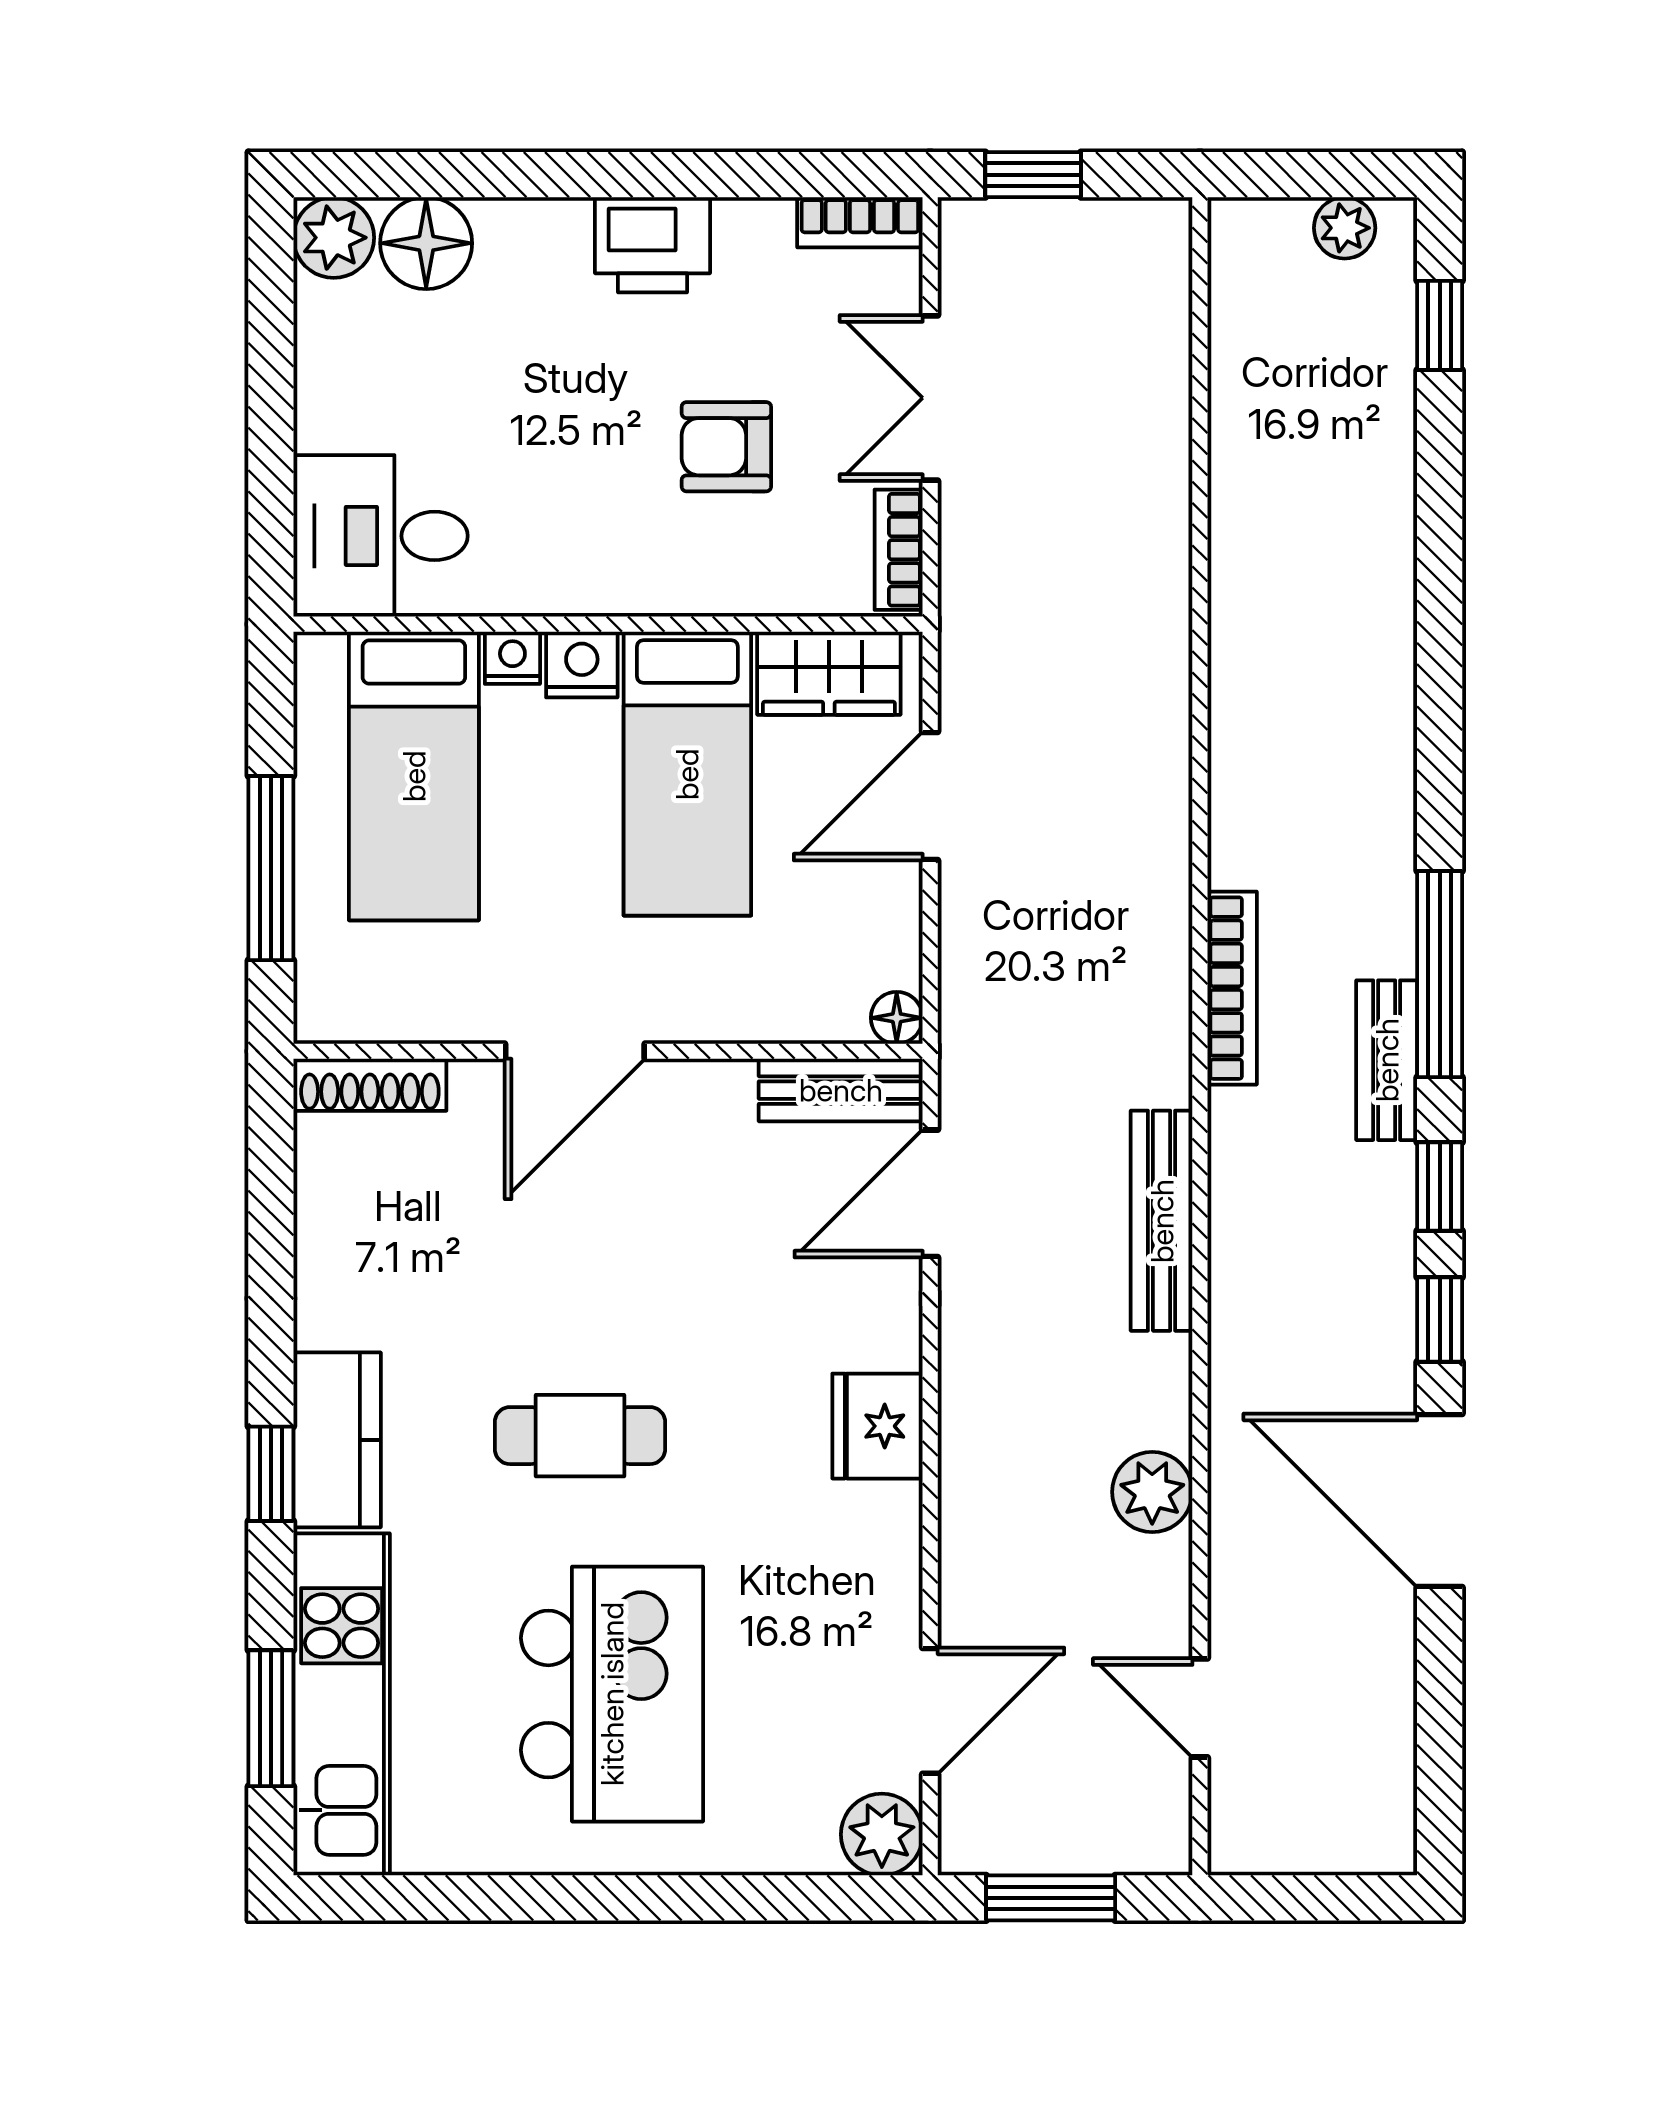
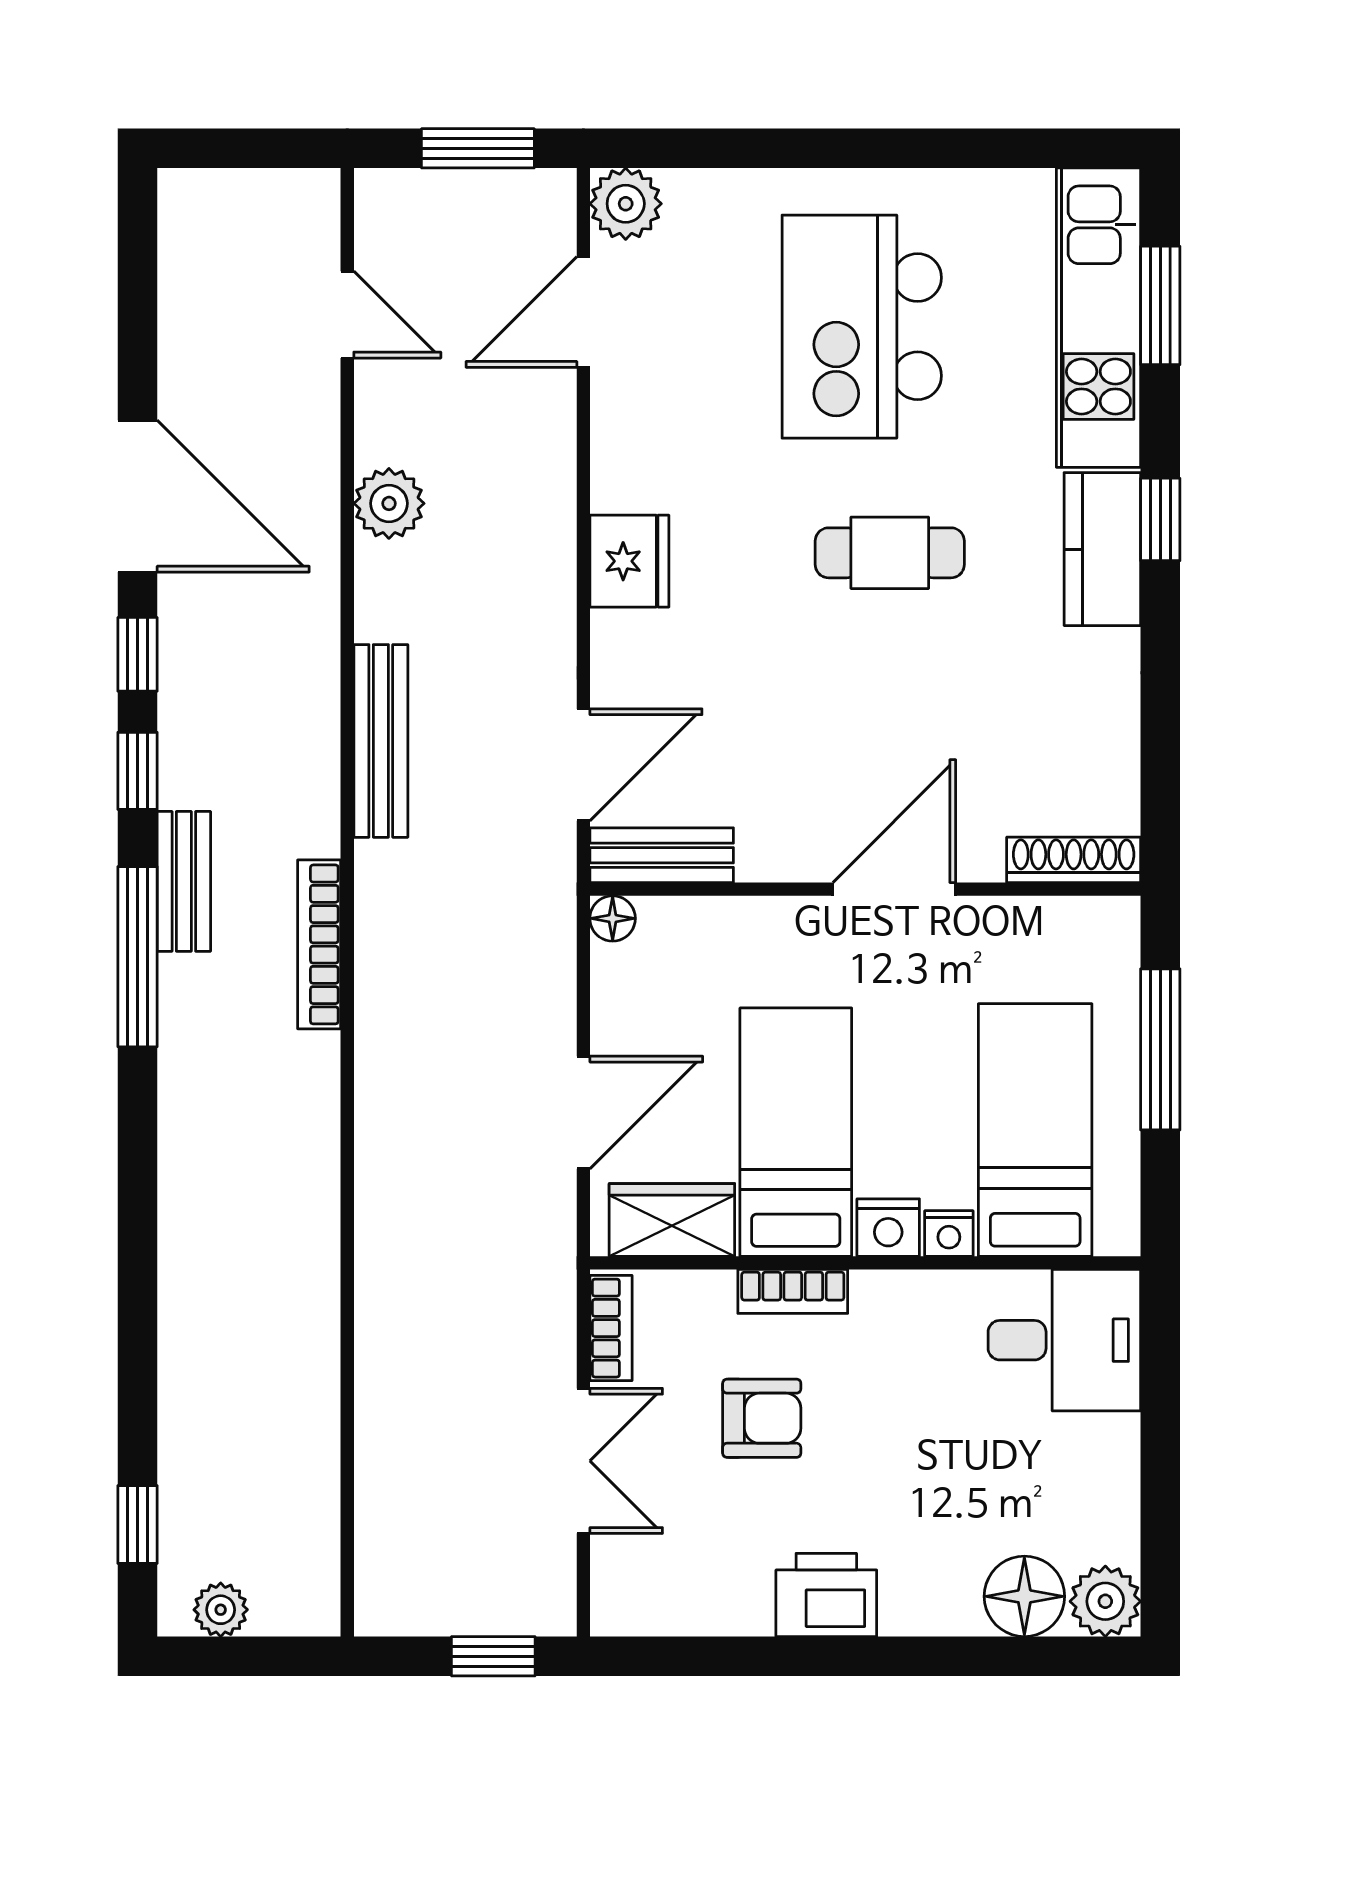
bookcase: (860, 222) -> (793, 1291), moved, turned 180

